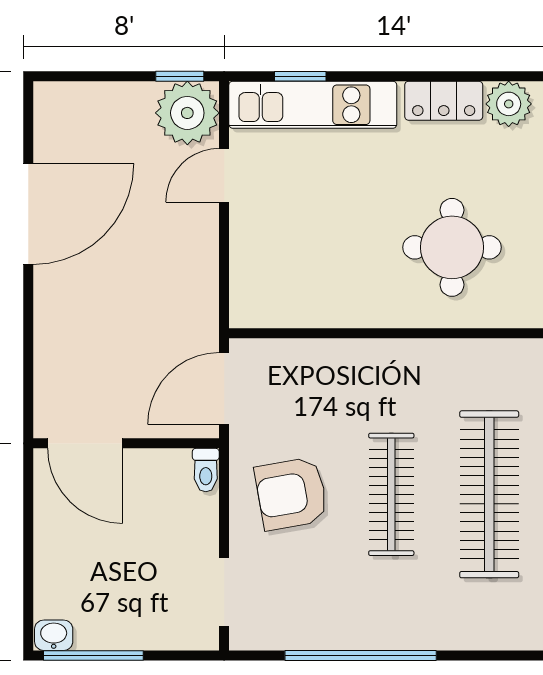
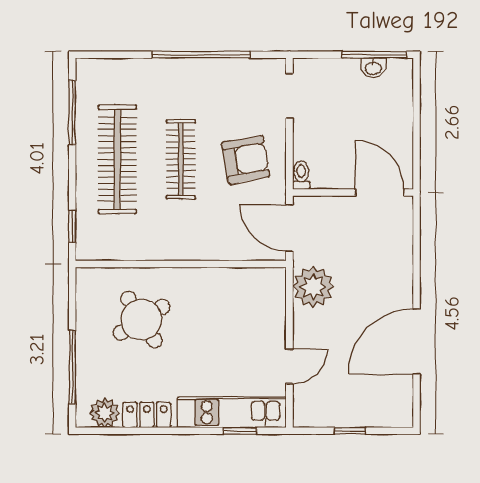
window: (180, 76) -> (350, 431), moved
plant: (187, 113) -> (313, 287), moved
round table: (452, 247) -> (141, 320), turned -32
door: (224, 389) -> (289, 228), swing flipped
washbasin: (54, 635) -> (373, 68), moved

